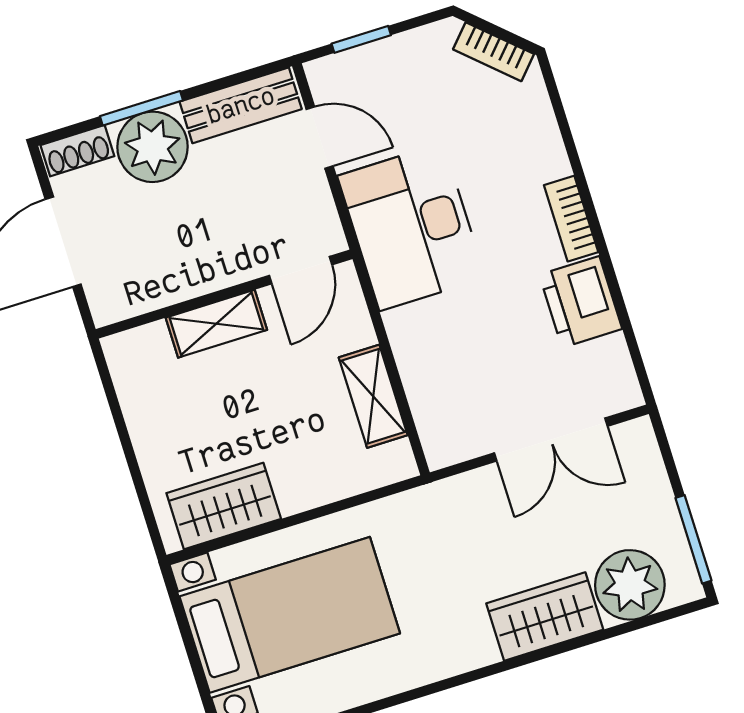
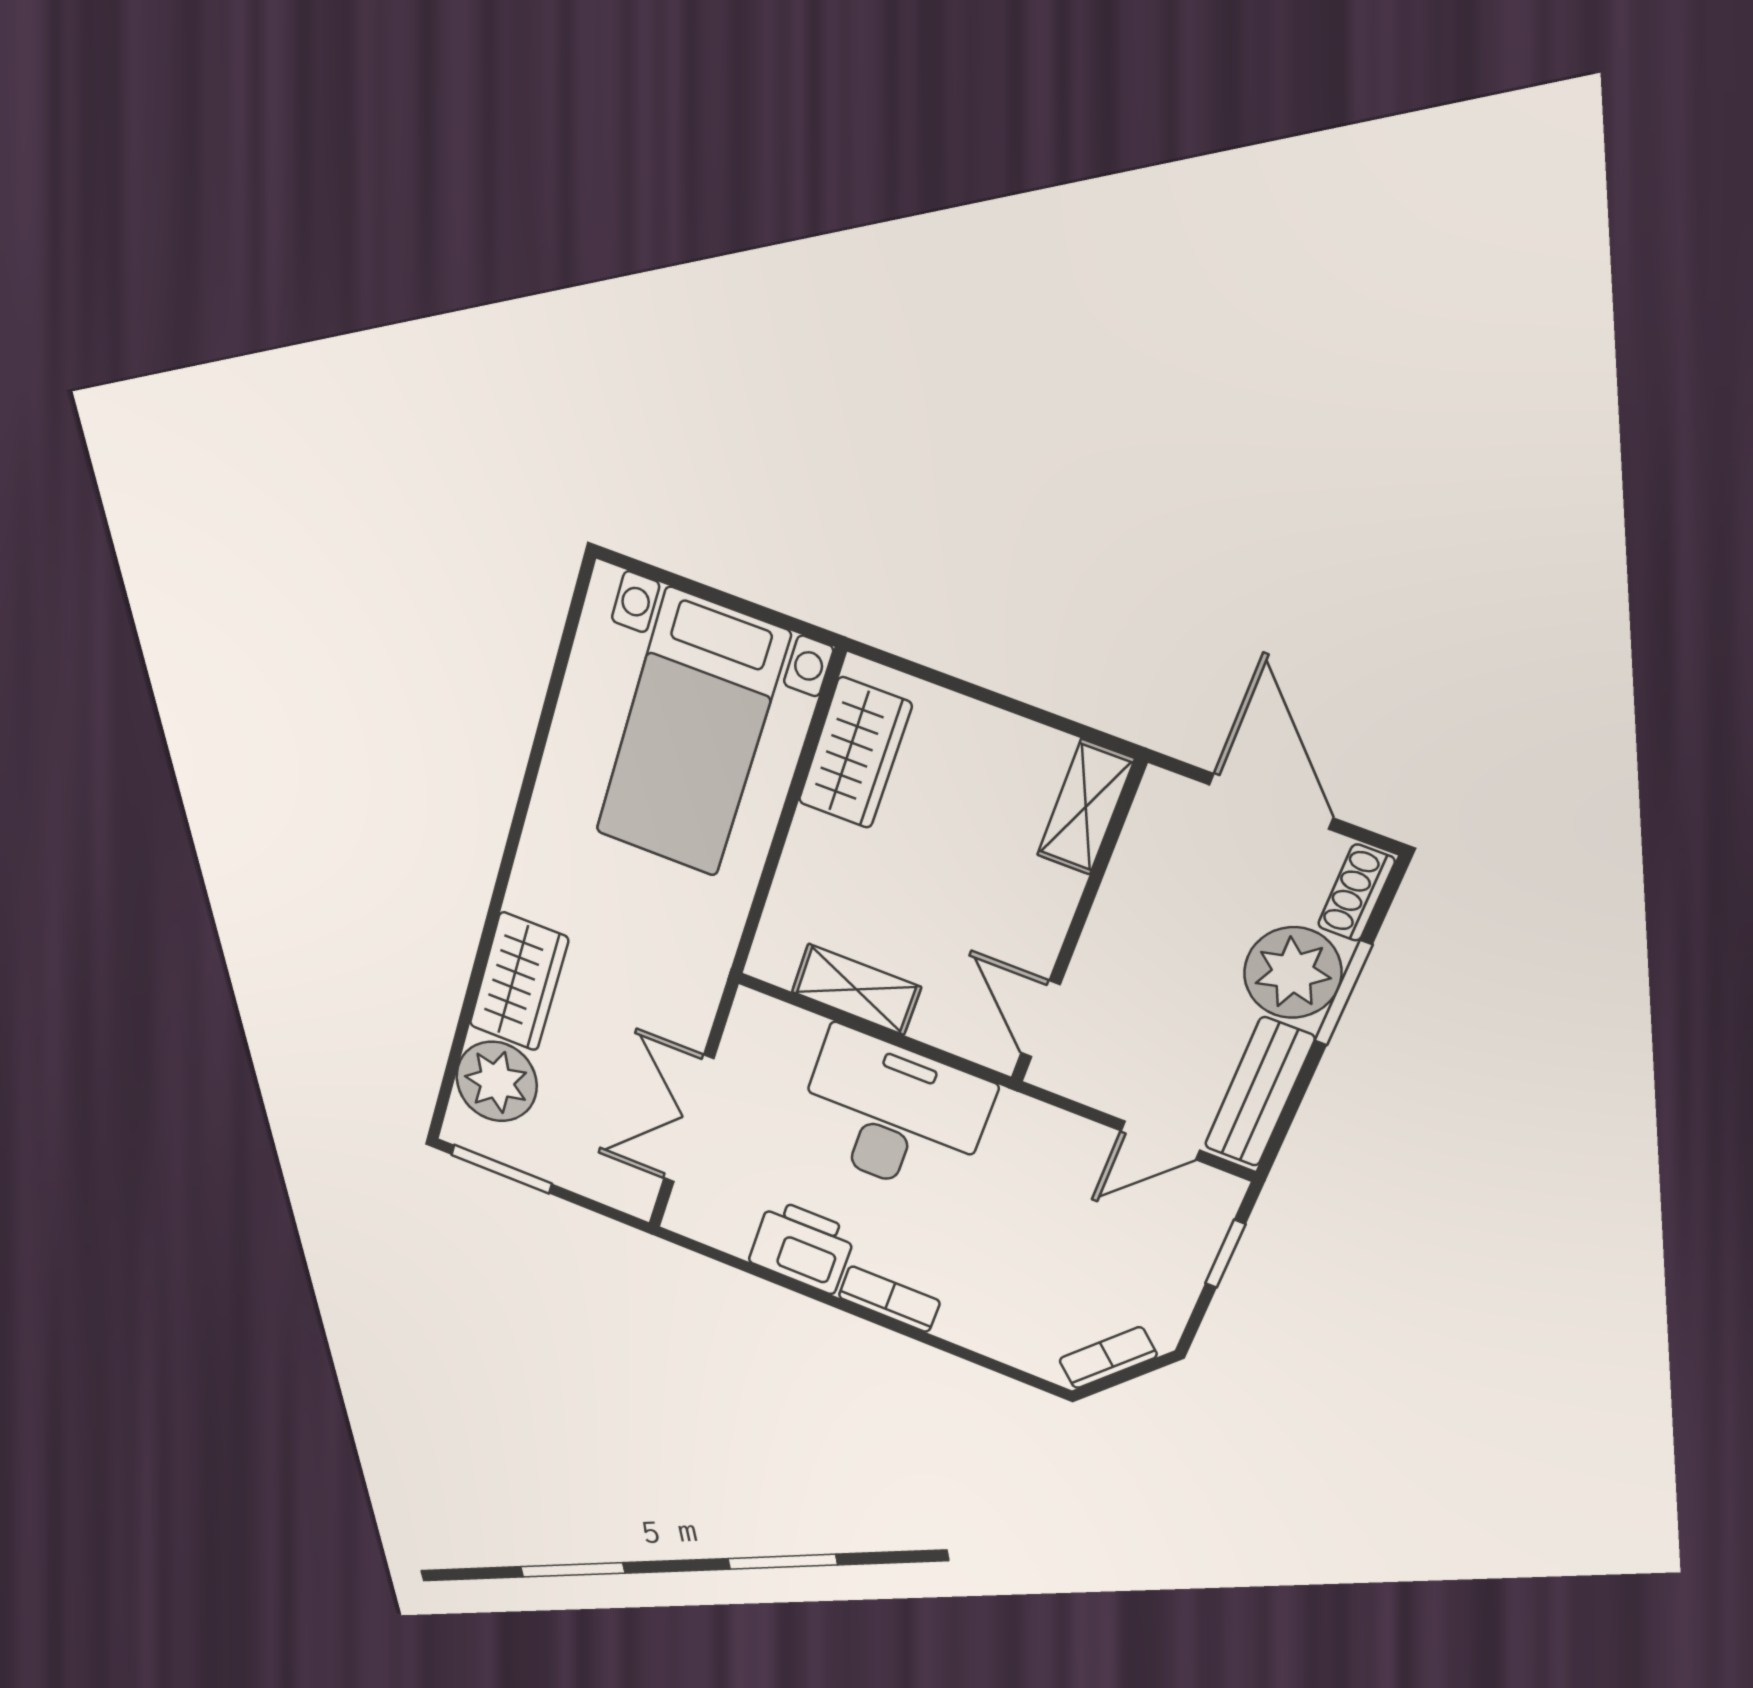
desk: (411, 227) -> (893, 1114), moved
shelving: (216, 324) -> (1086, 807), moved

